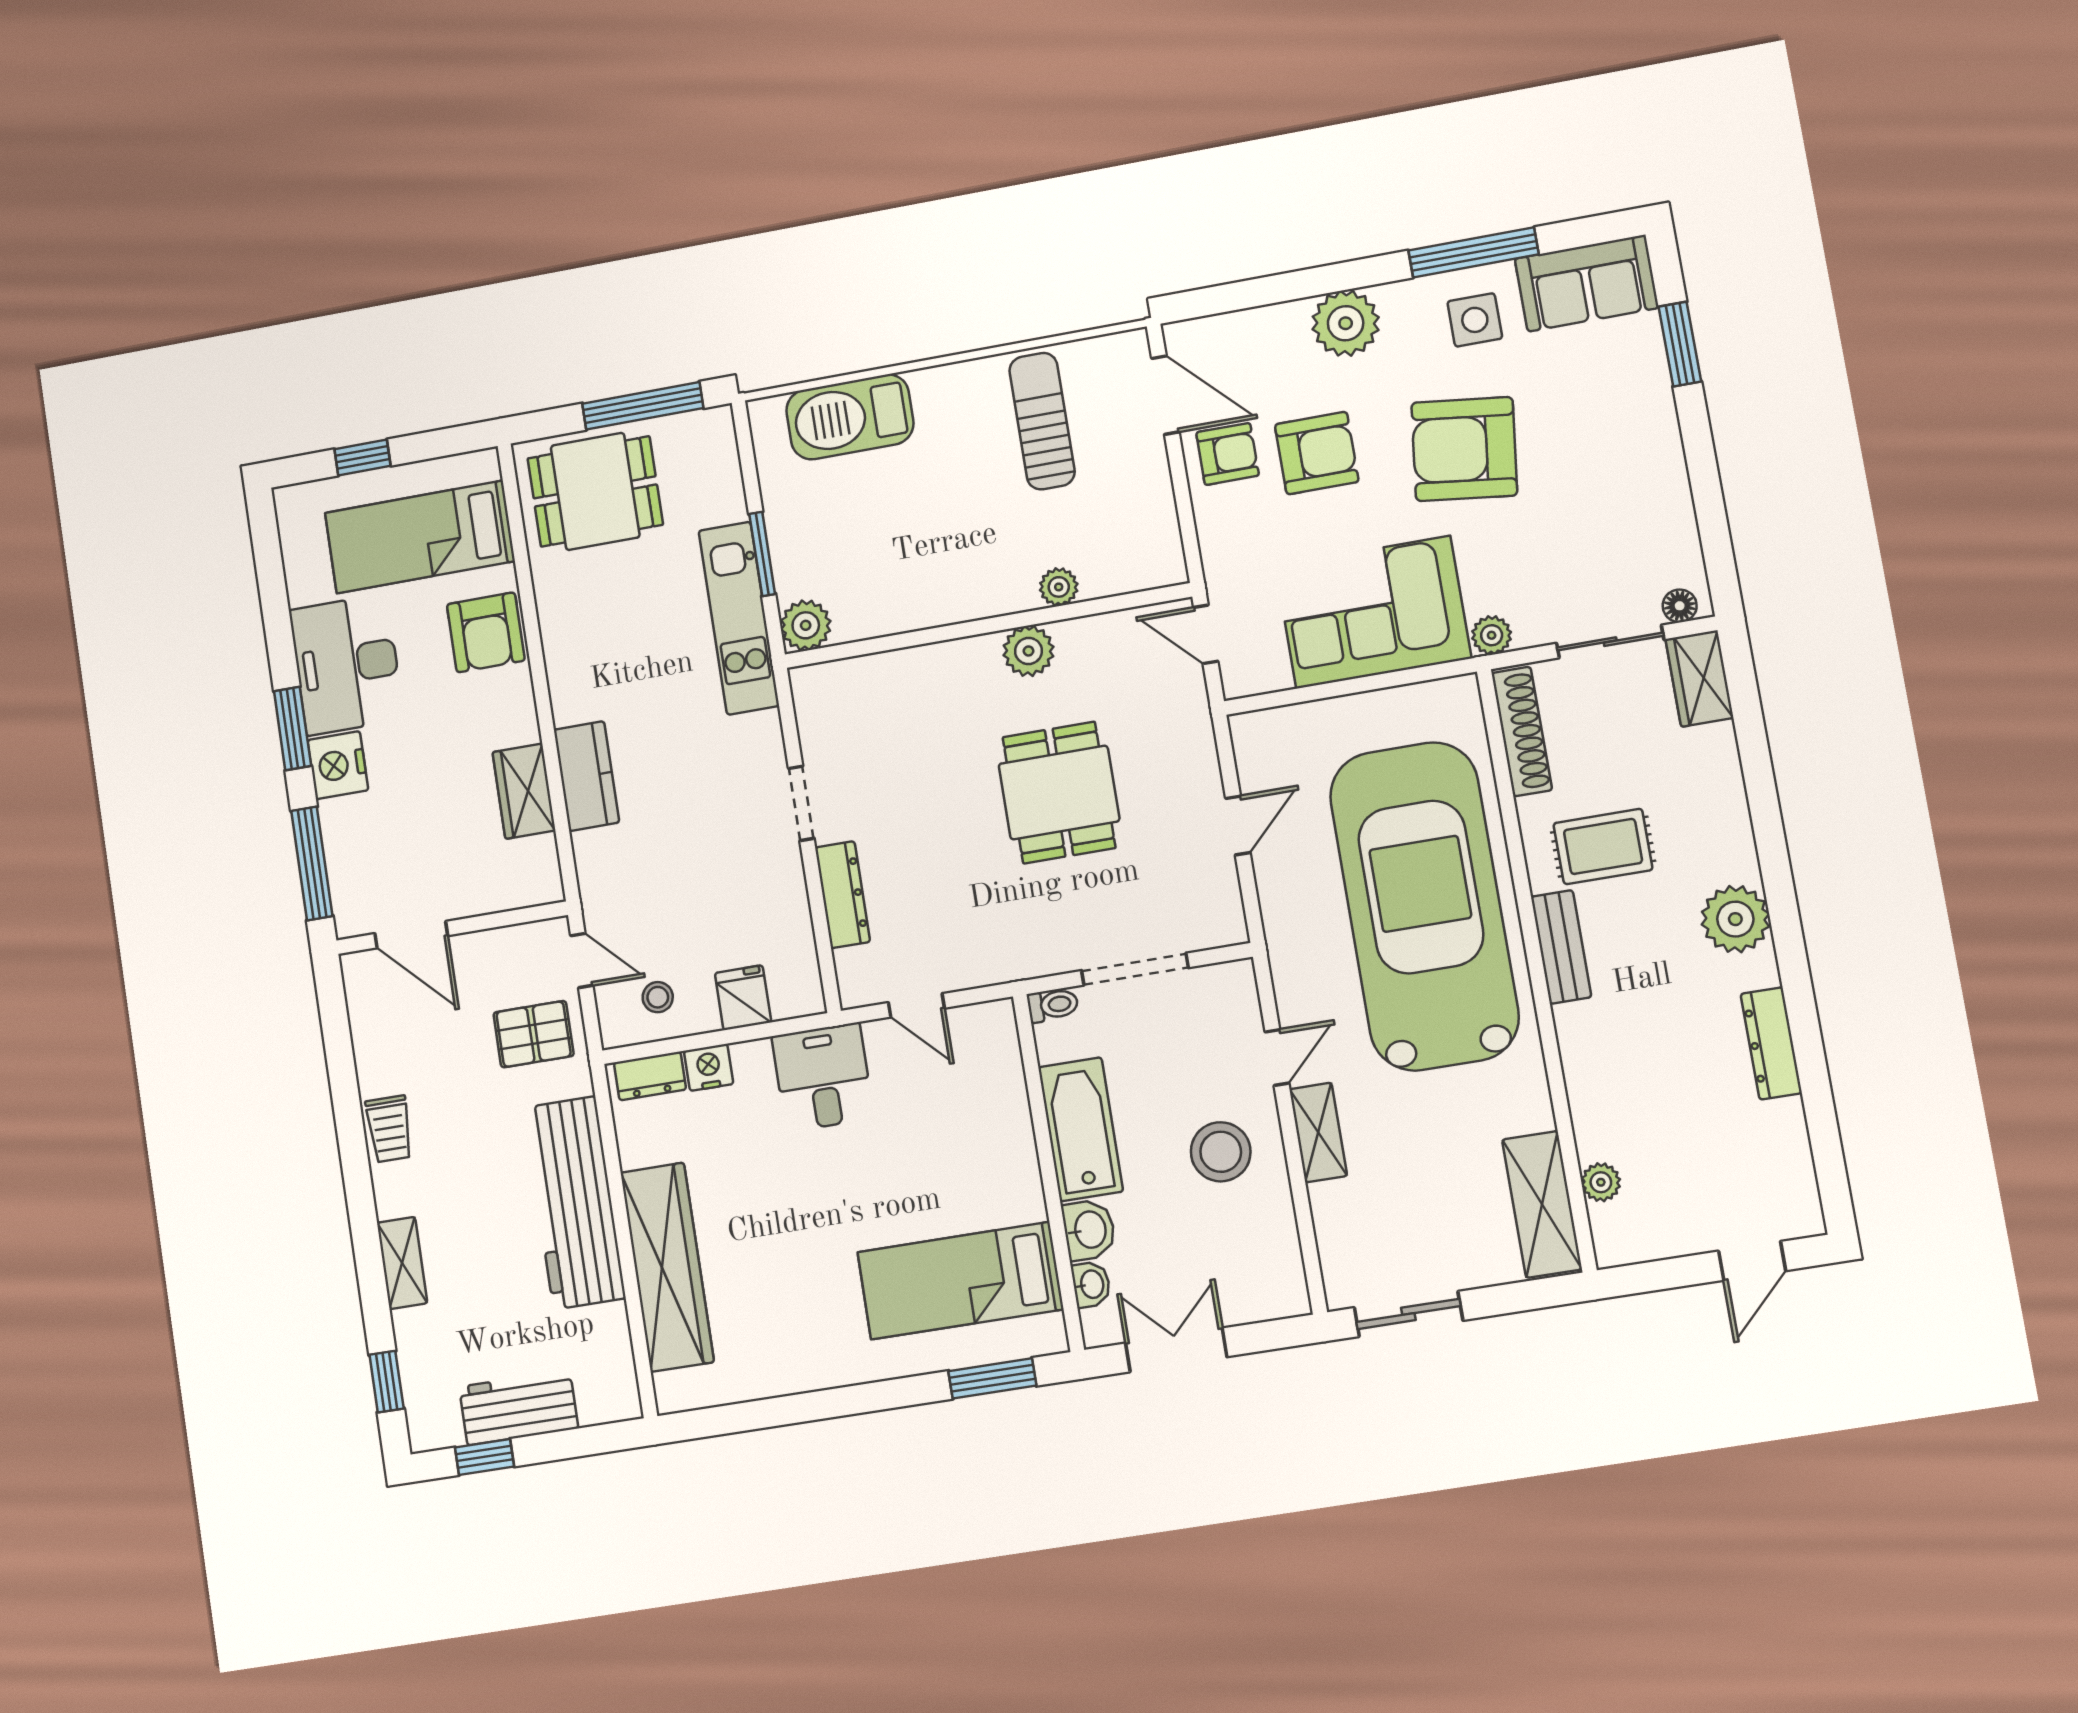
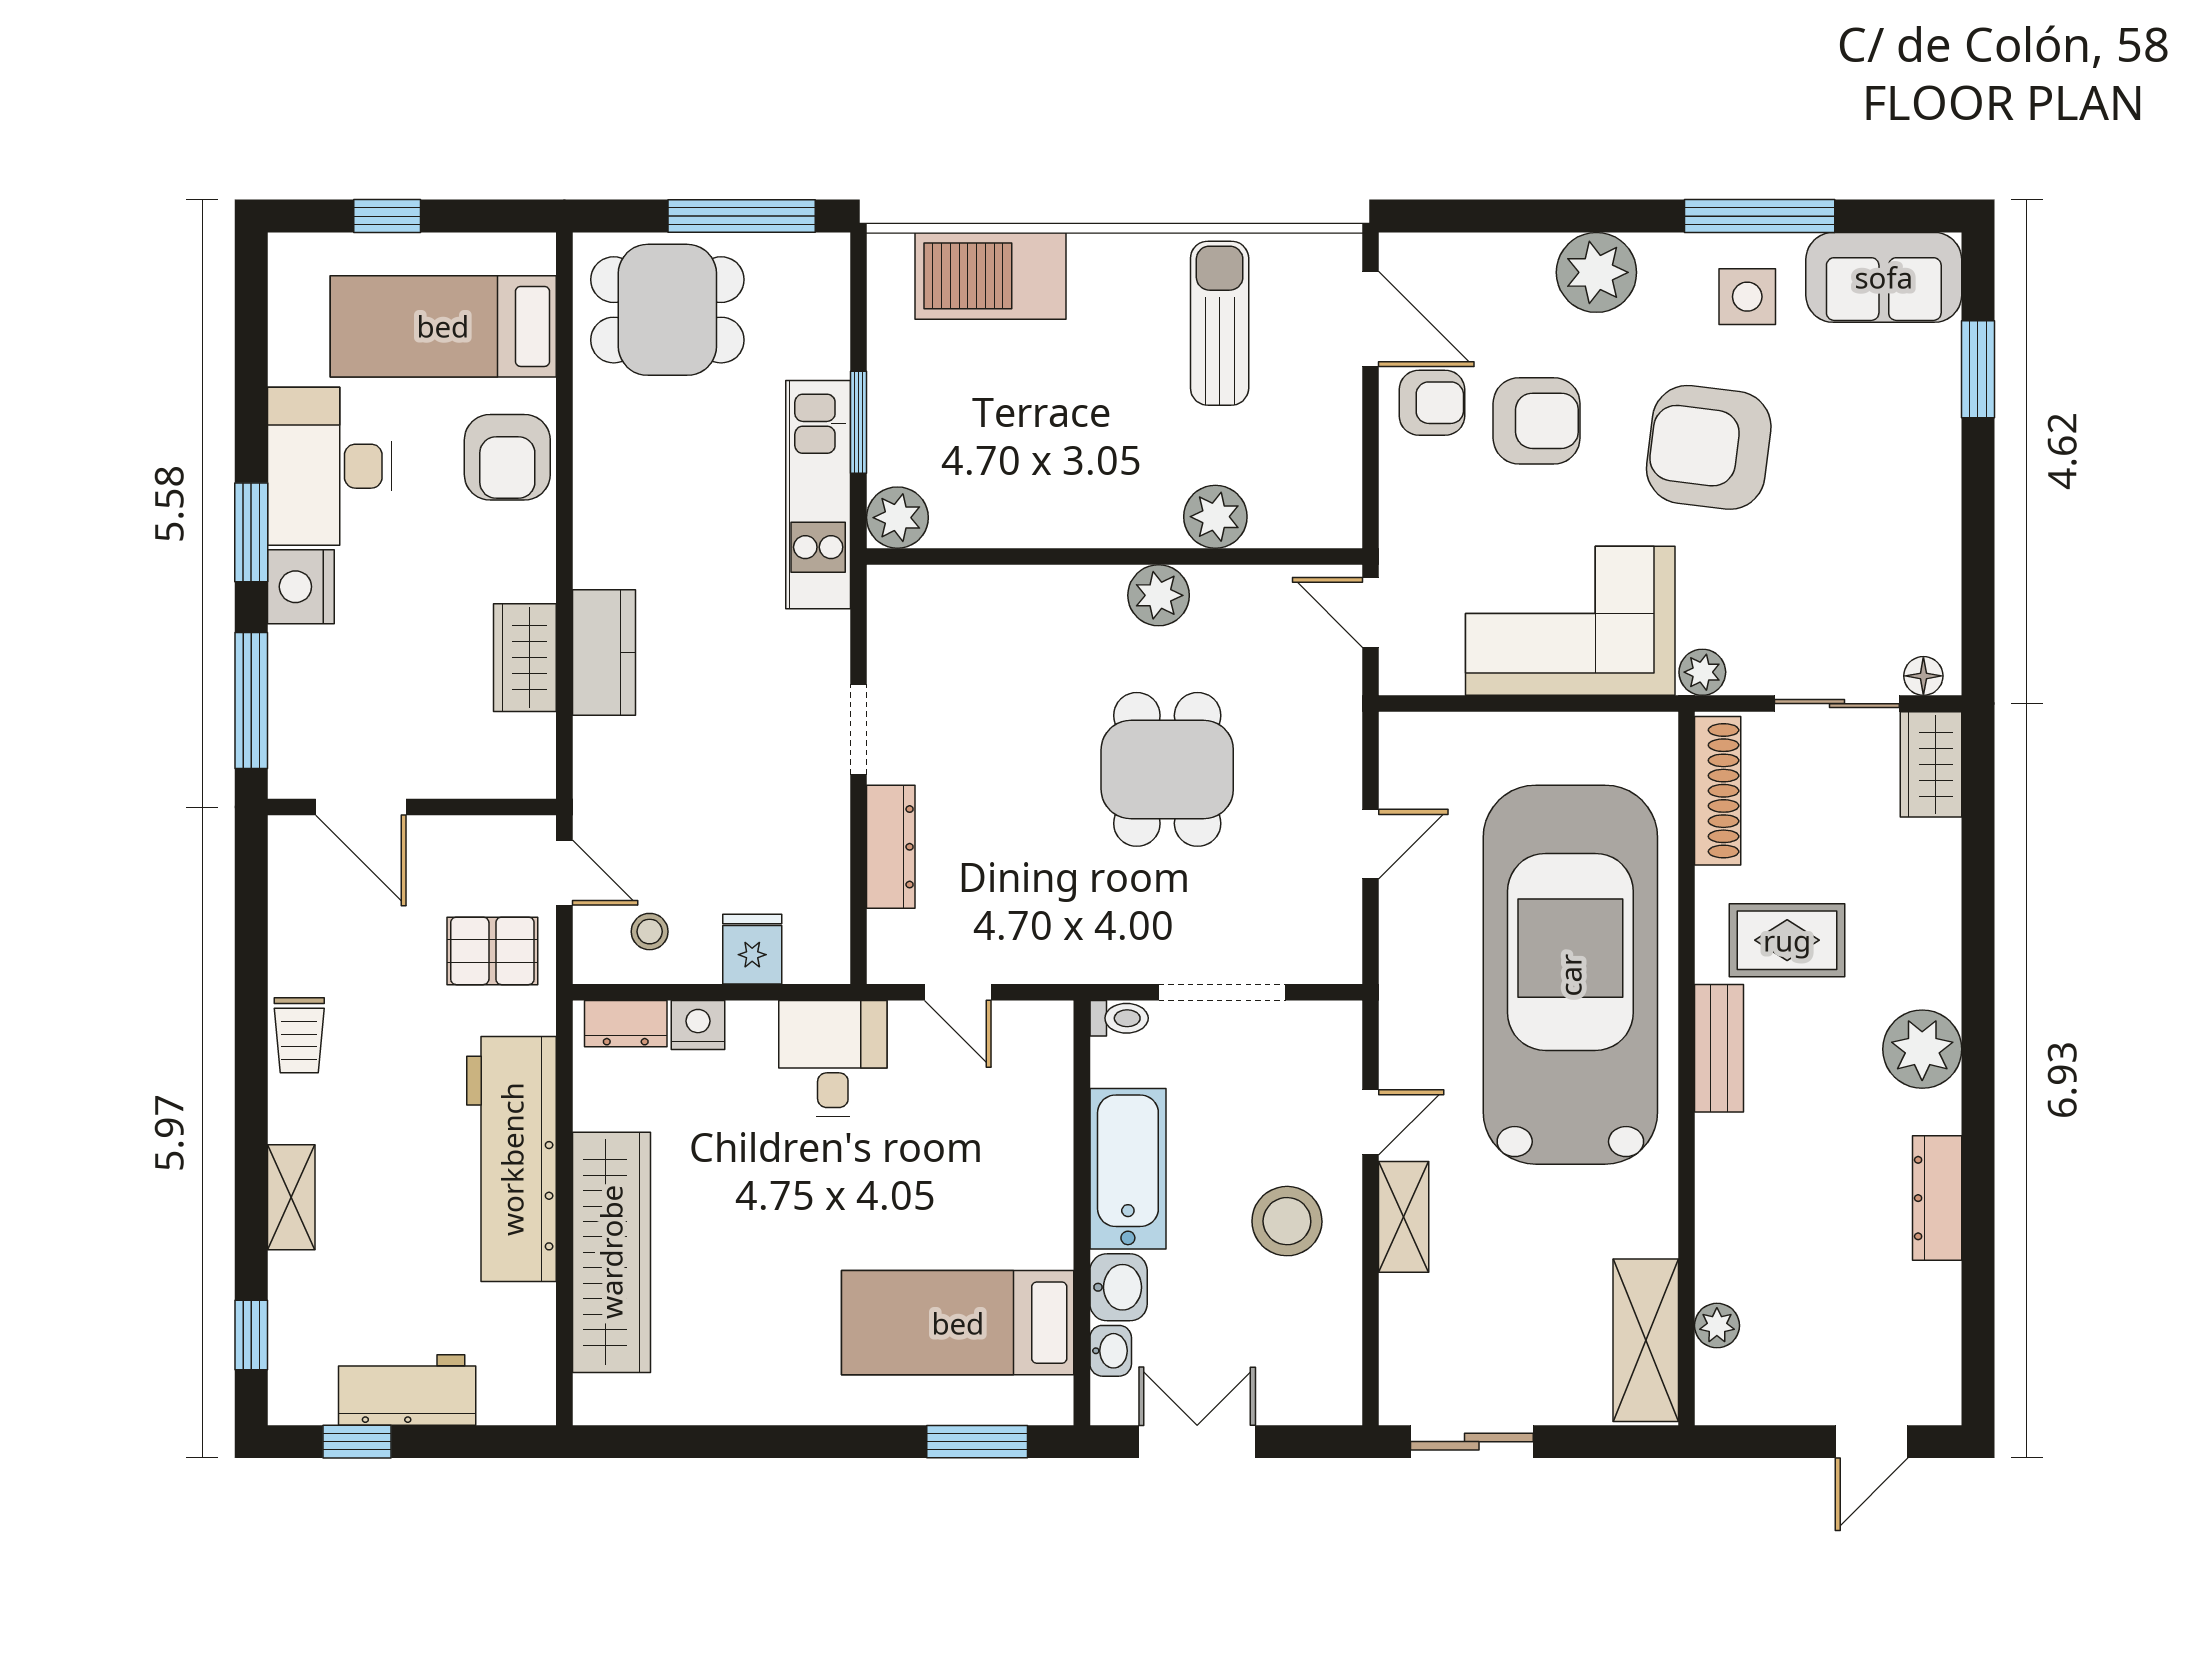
plant: (1059, 587) -> (1215, 517), width x1.38, depth x1.38

